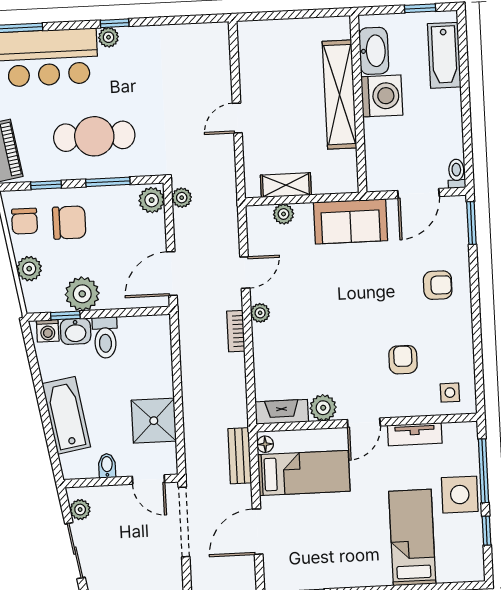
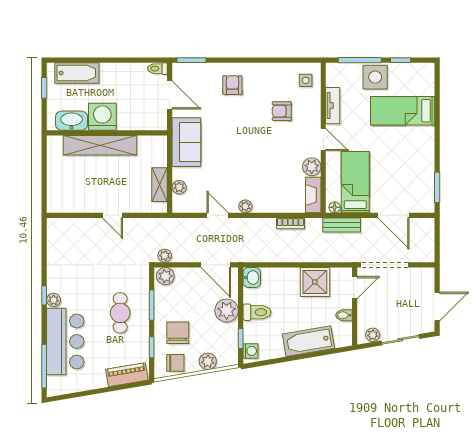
cafe table: (94, 136) -> (120, 313), width x0.73, depth x0.74
plant: (82, 294) -> (227, 311), moved
washbasin: (76, 331) -> (252, 278), moved
bookcase: (236, 331) -> (290, 223), moved

